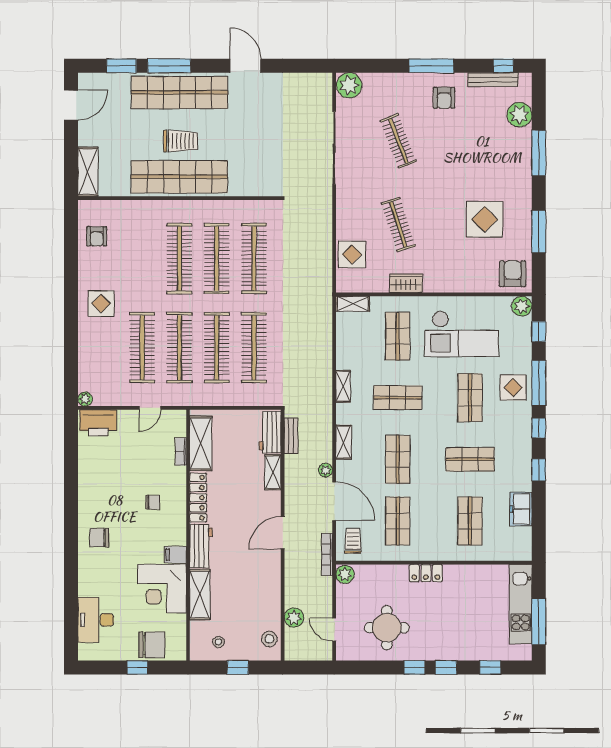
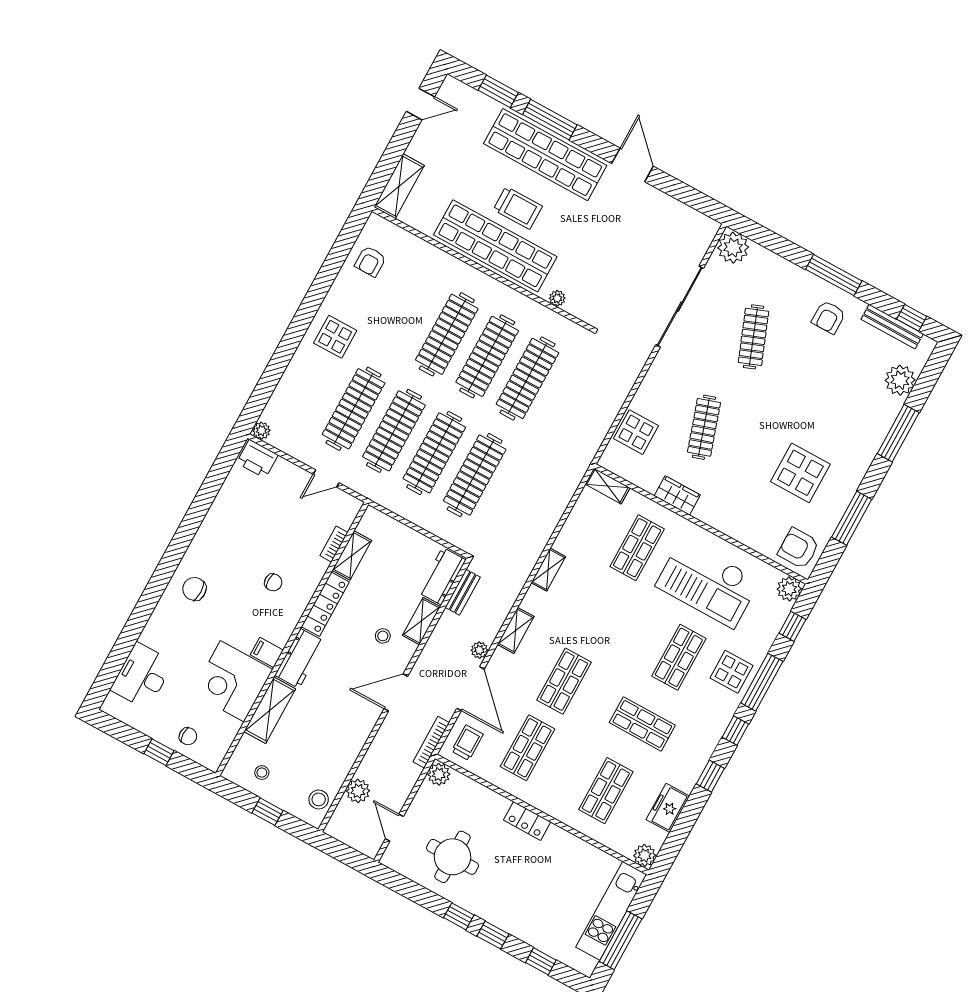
door: (71, 105) -> (420, 104), width x0.73
plant: (244, 190) -> (557, 298), added
armchair: (513, 274) -> (798, 548), turned -90
shop shelf: (398, 398) -> (601, 614), removed
printer: (98, 423) -> (257, 459), width x0.73, depth x0.84
shelving: (201, 443) -> (352, 555), width x0.67, depth x0.75
stool: (251, 498) -> (383, 636), added
plant: (523, 552) -> (645, 855), added
chair: (152, 645) -> (188, 736), width x0.54, depth x0.54

